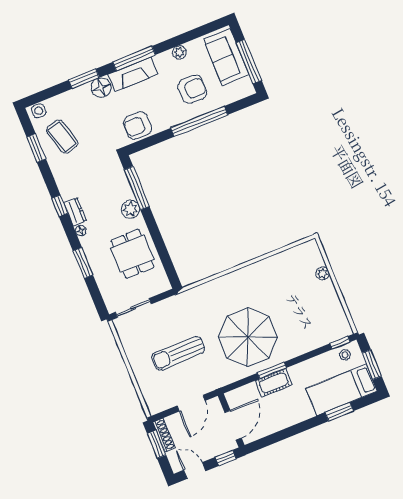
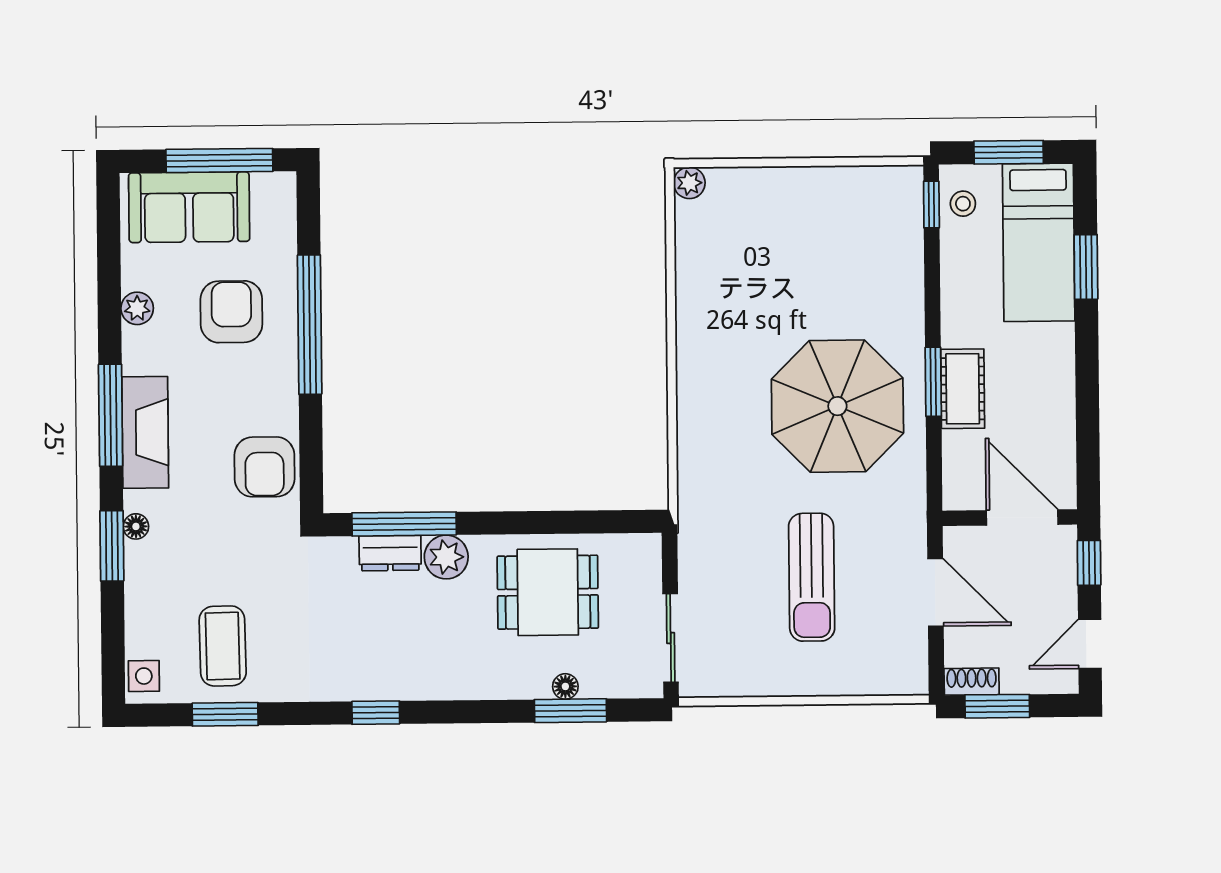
floor lamp: (101, 88) -> (136, 526), width x0.53, depth x0.53
coffee table: (62, 137) -> (223, 646), turned -75
dresser: (75, 212) -> (390, 553), moved, turned 180
floor lamp: (81, 231) -> (565, 686), moved
window: (83, 263) -> (570, 711), moved
plant: (323, 273) -> (689, 183), moved
shoe rack: (164, 435) -> (972, 682), width x0.70

